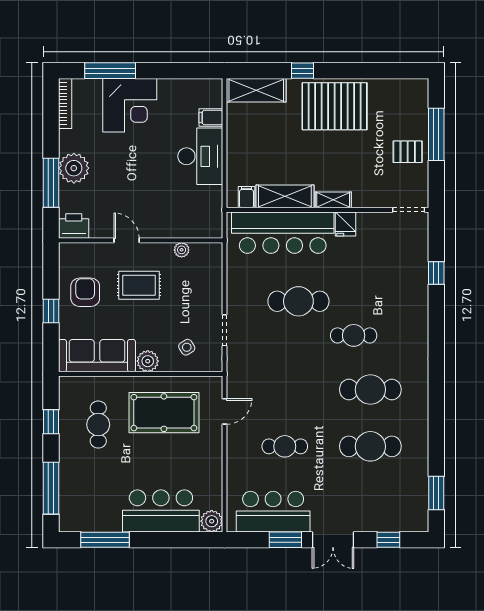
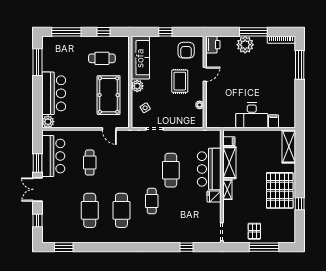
window: (302, 71) -> (300, 204), moved
corner desk: (130, 105) -> (280, 76), removed
window: (51, 183) -> (253, 32), moved
bar counter: (283, 233) -> (209, 169), width x0.73
armchair: (85, 292) -> (186, 50), moved, turned 90

